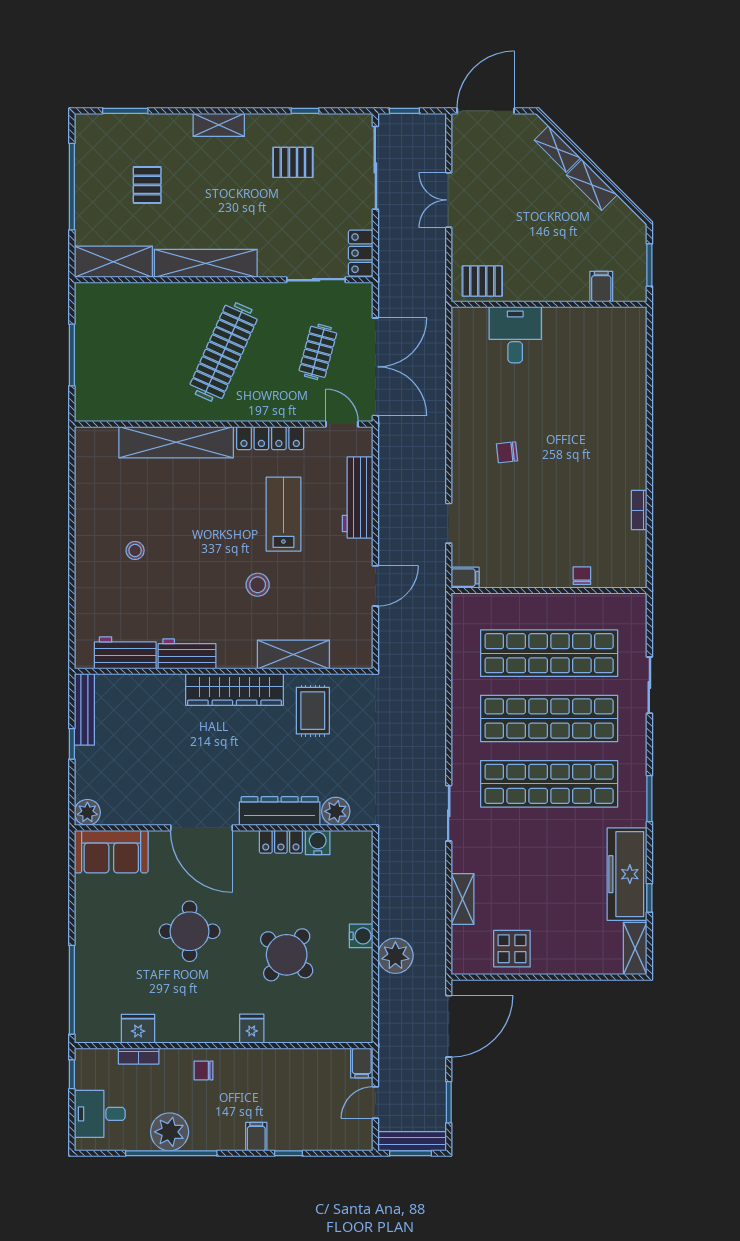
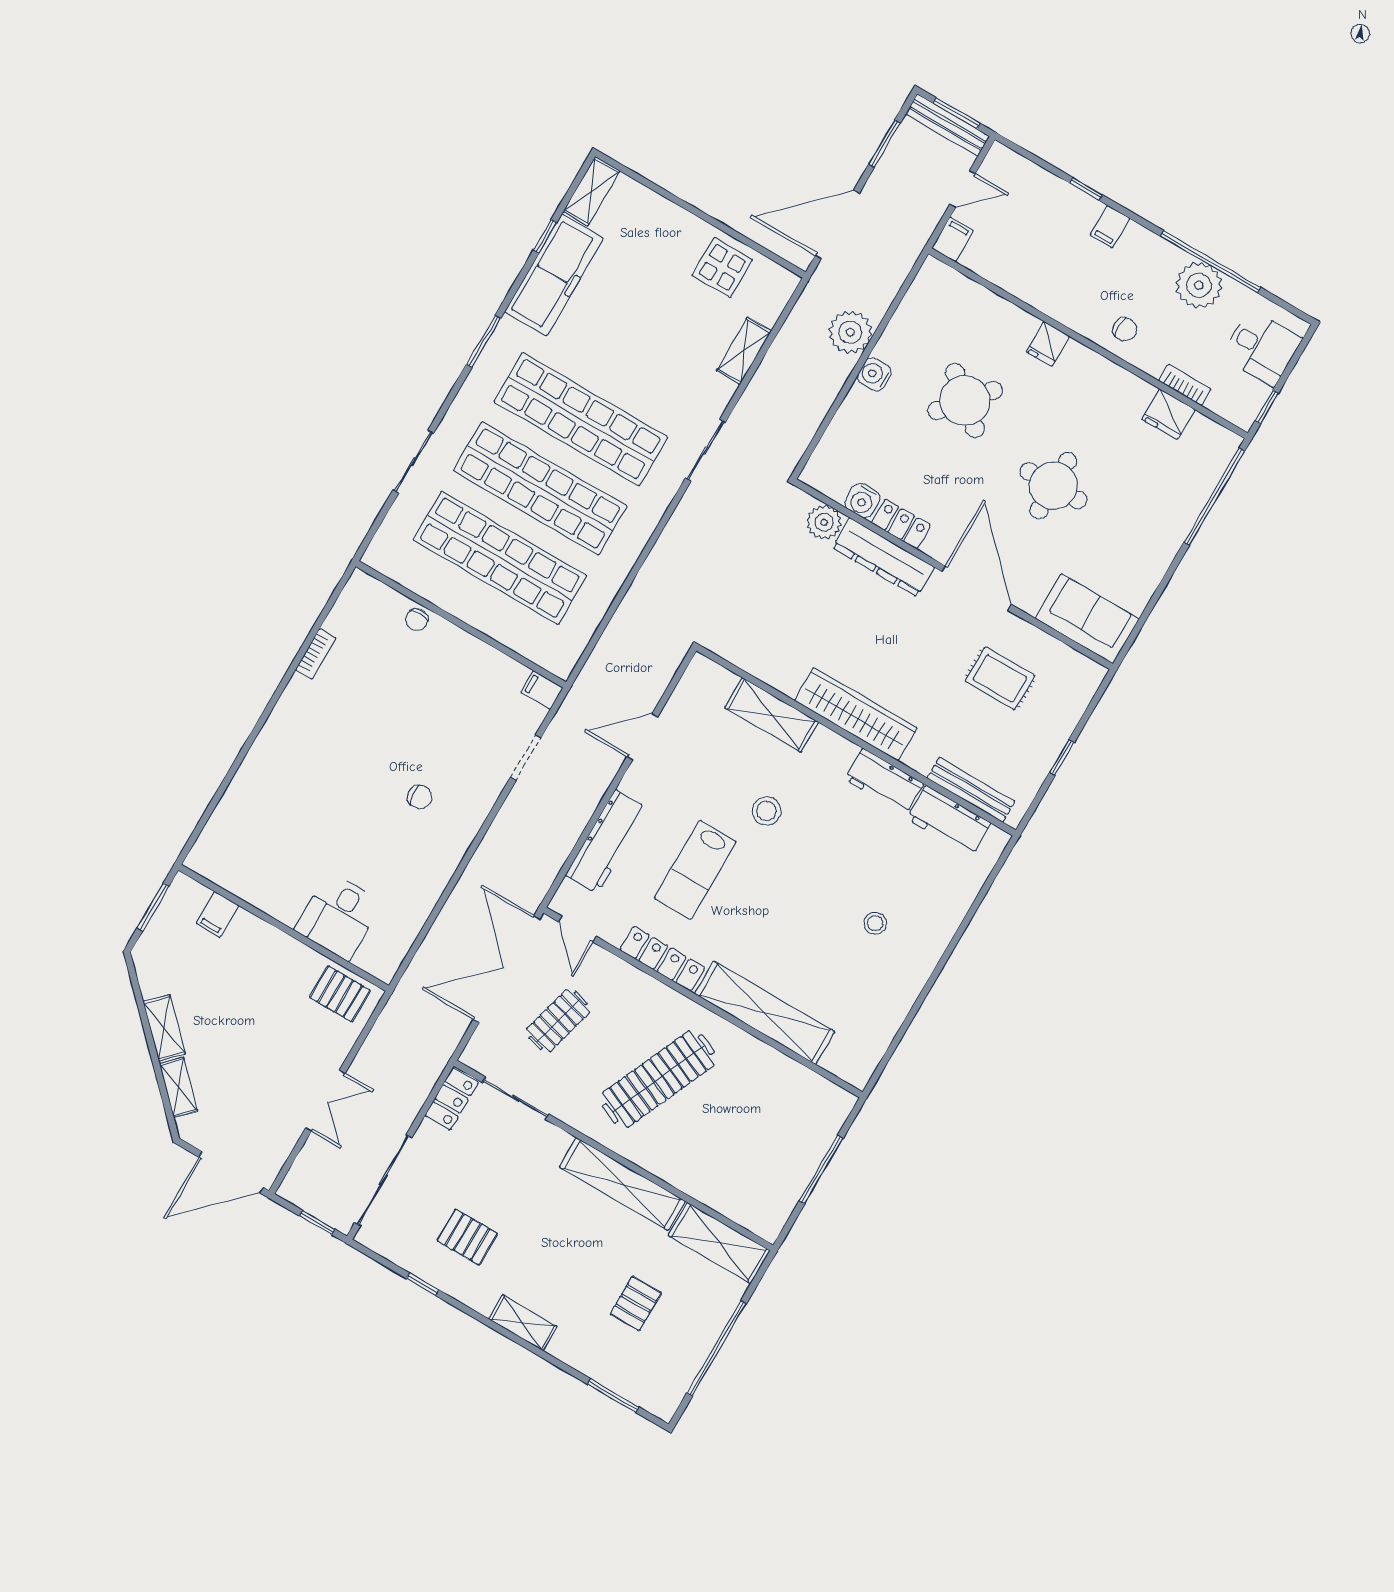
bench: (84, 709) -> (971, 790), moved, turned 90
rug: (313, 711) -> (1000, 678), moved, turned 90
plant: (87, 812) -> (1088, 675), removed

